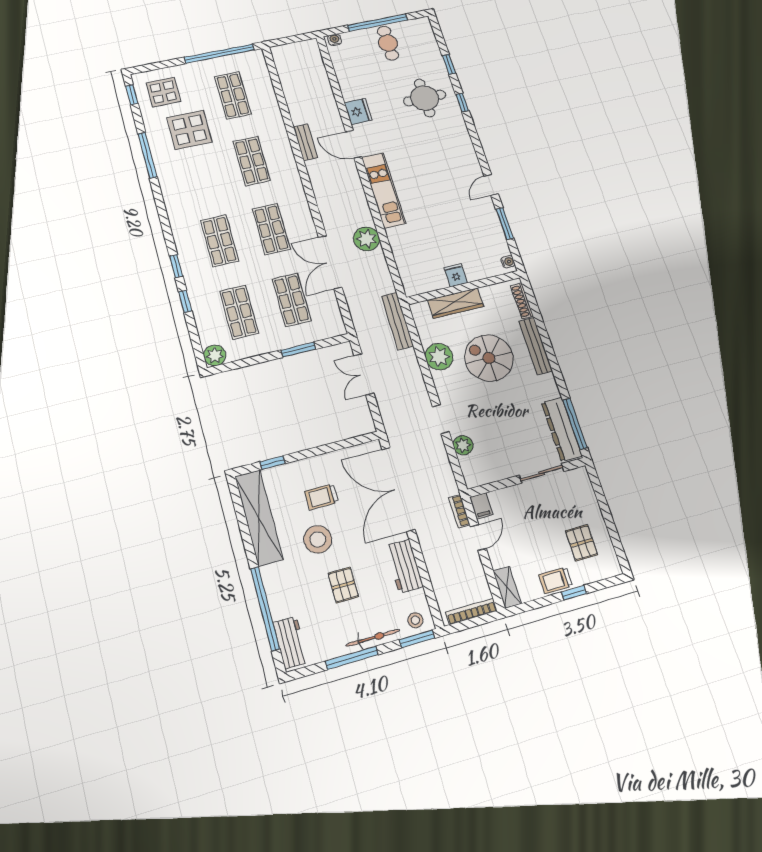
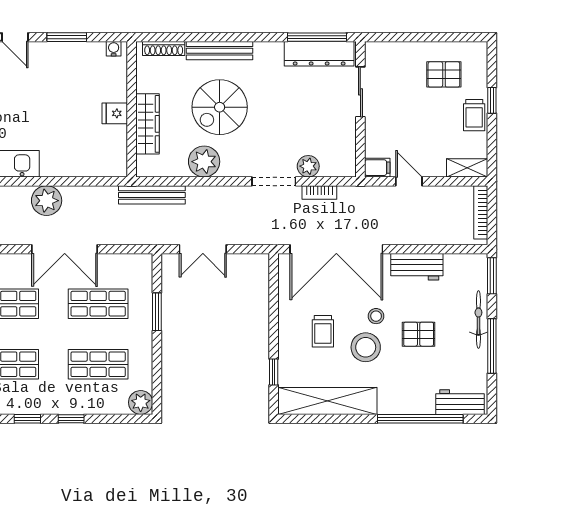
doorway: (441, 419) -> (274, 181), width x1.38
bookcase: (459, 511) -> (319, 192), moved
stool: (415, 620) -> (376, 316), moved

